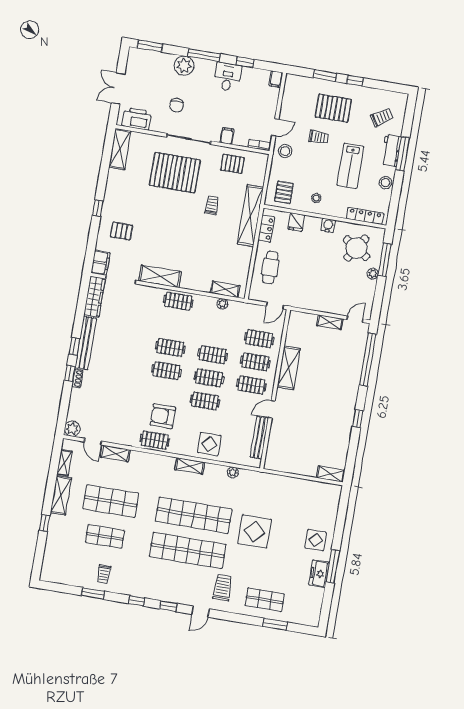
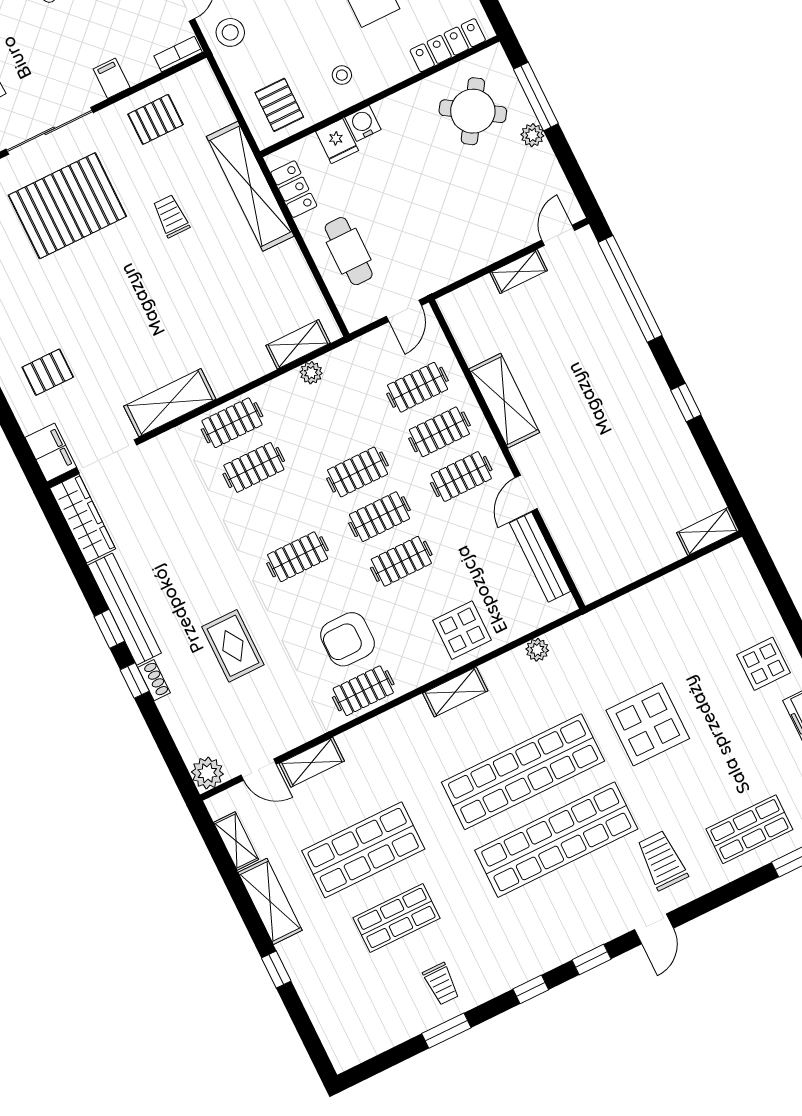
water cooler: (328, 225) -> (363, 123), moved
clothes rail: (170, 348) -> (254, 467), moved
rug: (117, 387) -> (233, 646), added

